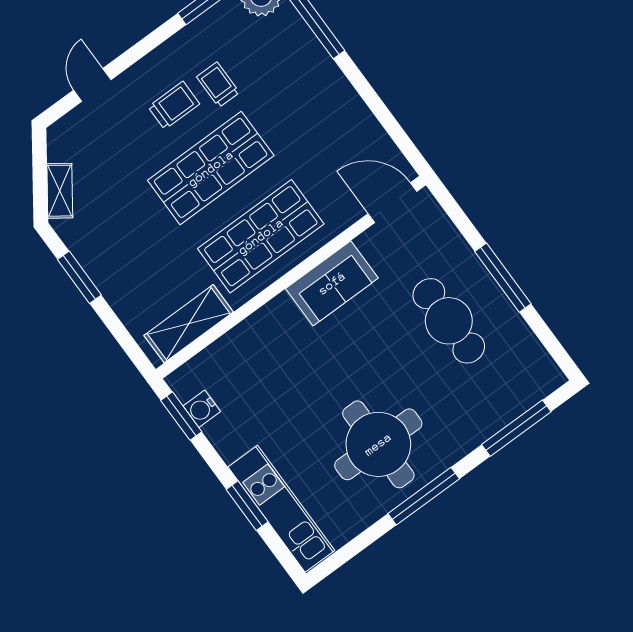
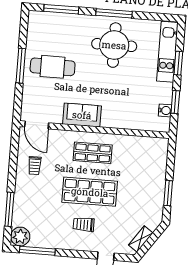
trolley: (218, 85) -> (35, 166), moved
shelving: (60, 191) -> (141, 239), moved
shop shelf: (261, 236) -> (93, 153), width x0.70, depth x0.74
cafe table: (449, 321) -> (53, 67), turned 90
shelving: (189, 324) -> (144, 144), removed
window: (181, 416) -> (175, 102), moved

